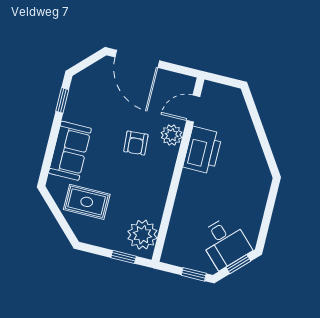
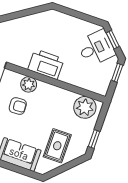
plant: (172, 135) -> (29, 84), moved
printer: (203, 150) -> (46, 64), moved
window: (124, 257) -> (94, 139), moved

